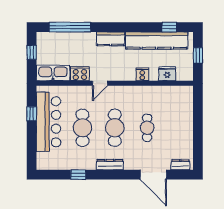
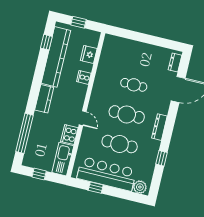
plant: (43, 159) -> (140, 187), added

